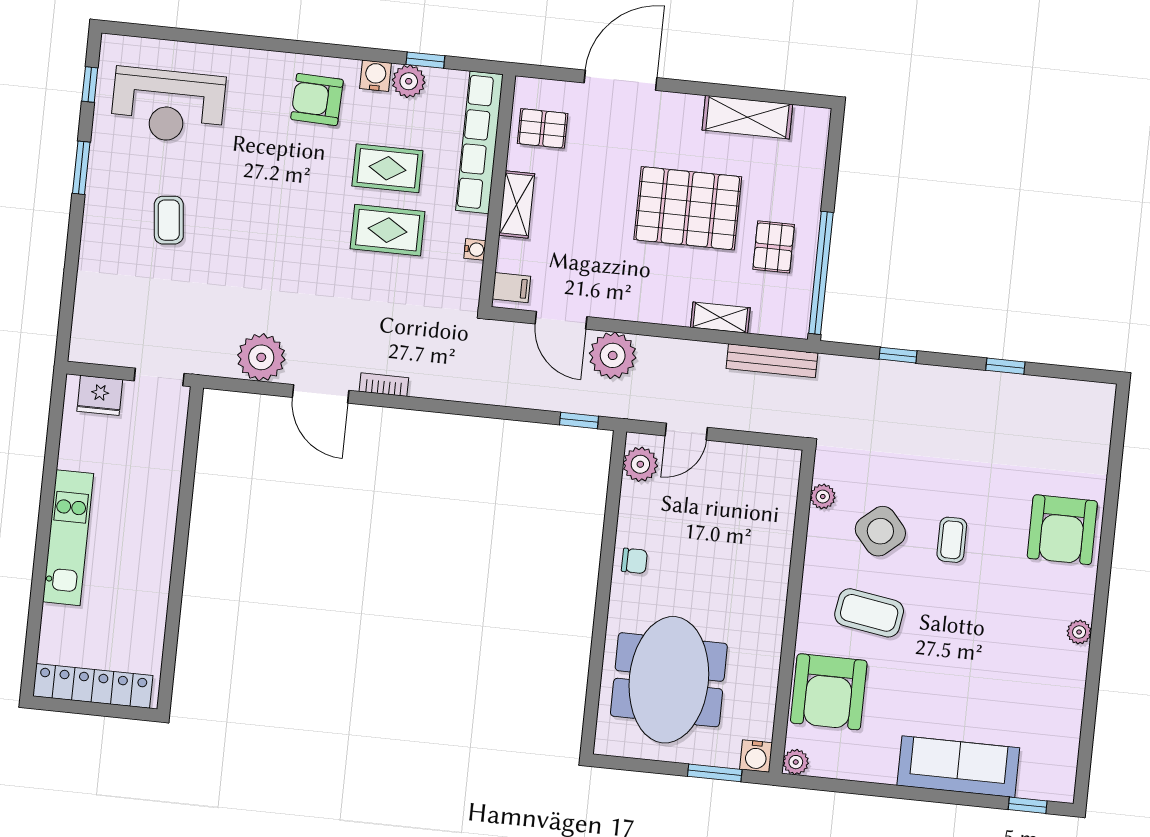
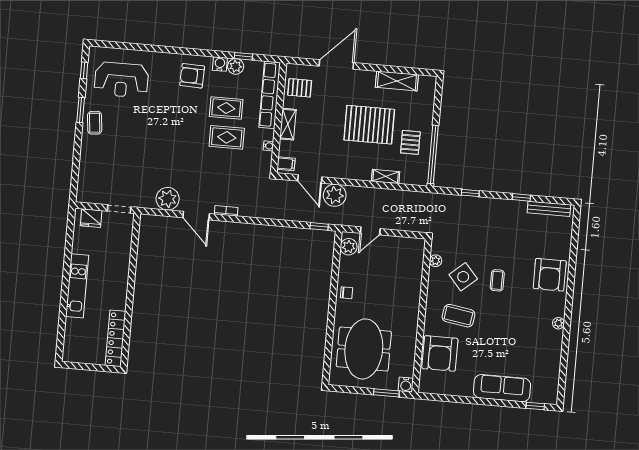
coffee table: (169, 220) -> (95, 123), moved
bench: (772, 361) -> (549, 209), moved
locker: (93, 686) -> (116, 338), moved, turned -90
plant: (796, 762) -> (425, 387), removed

